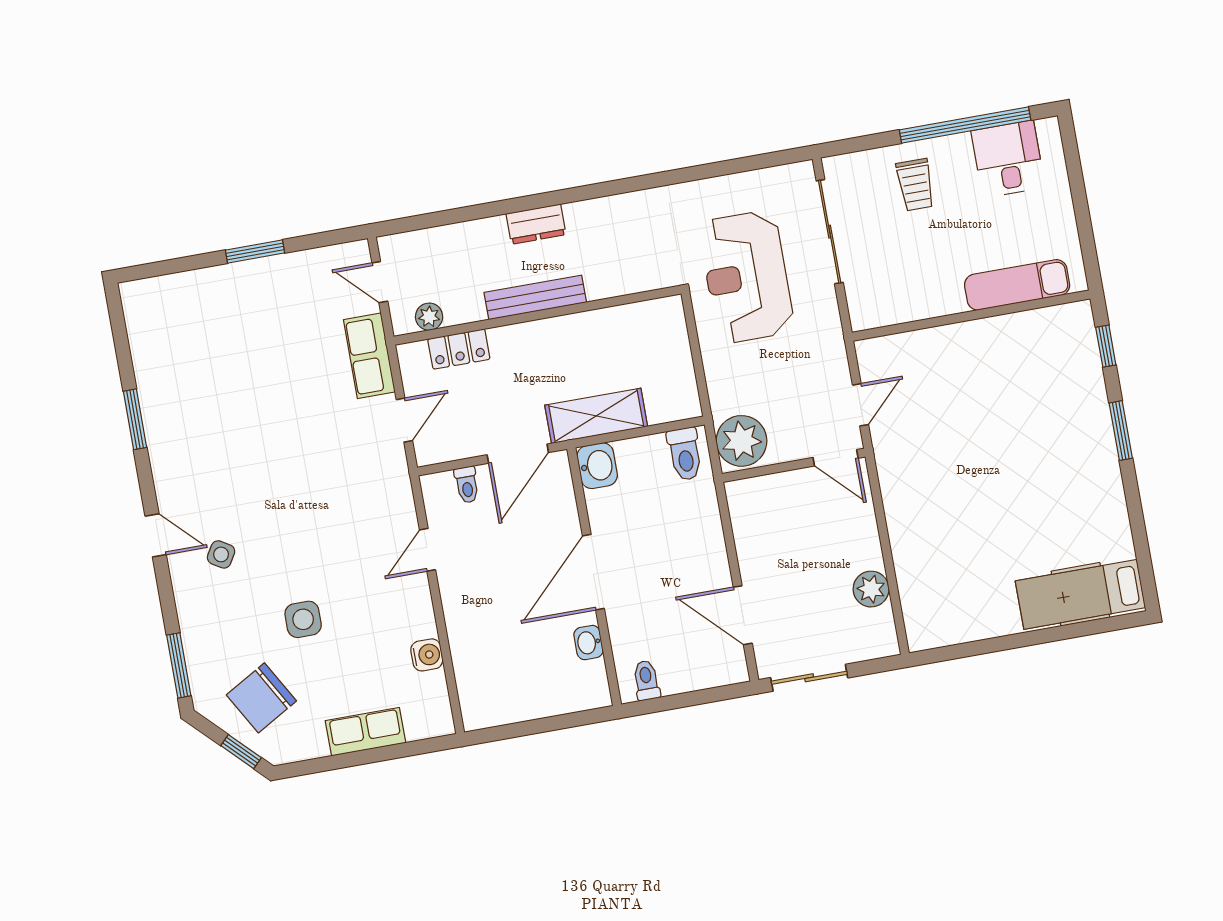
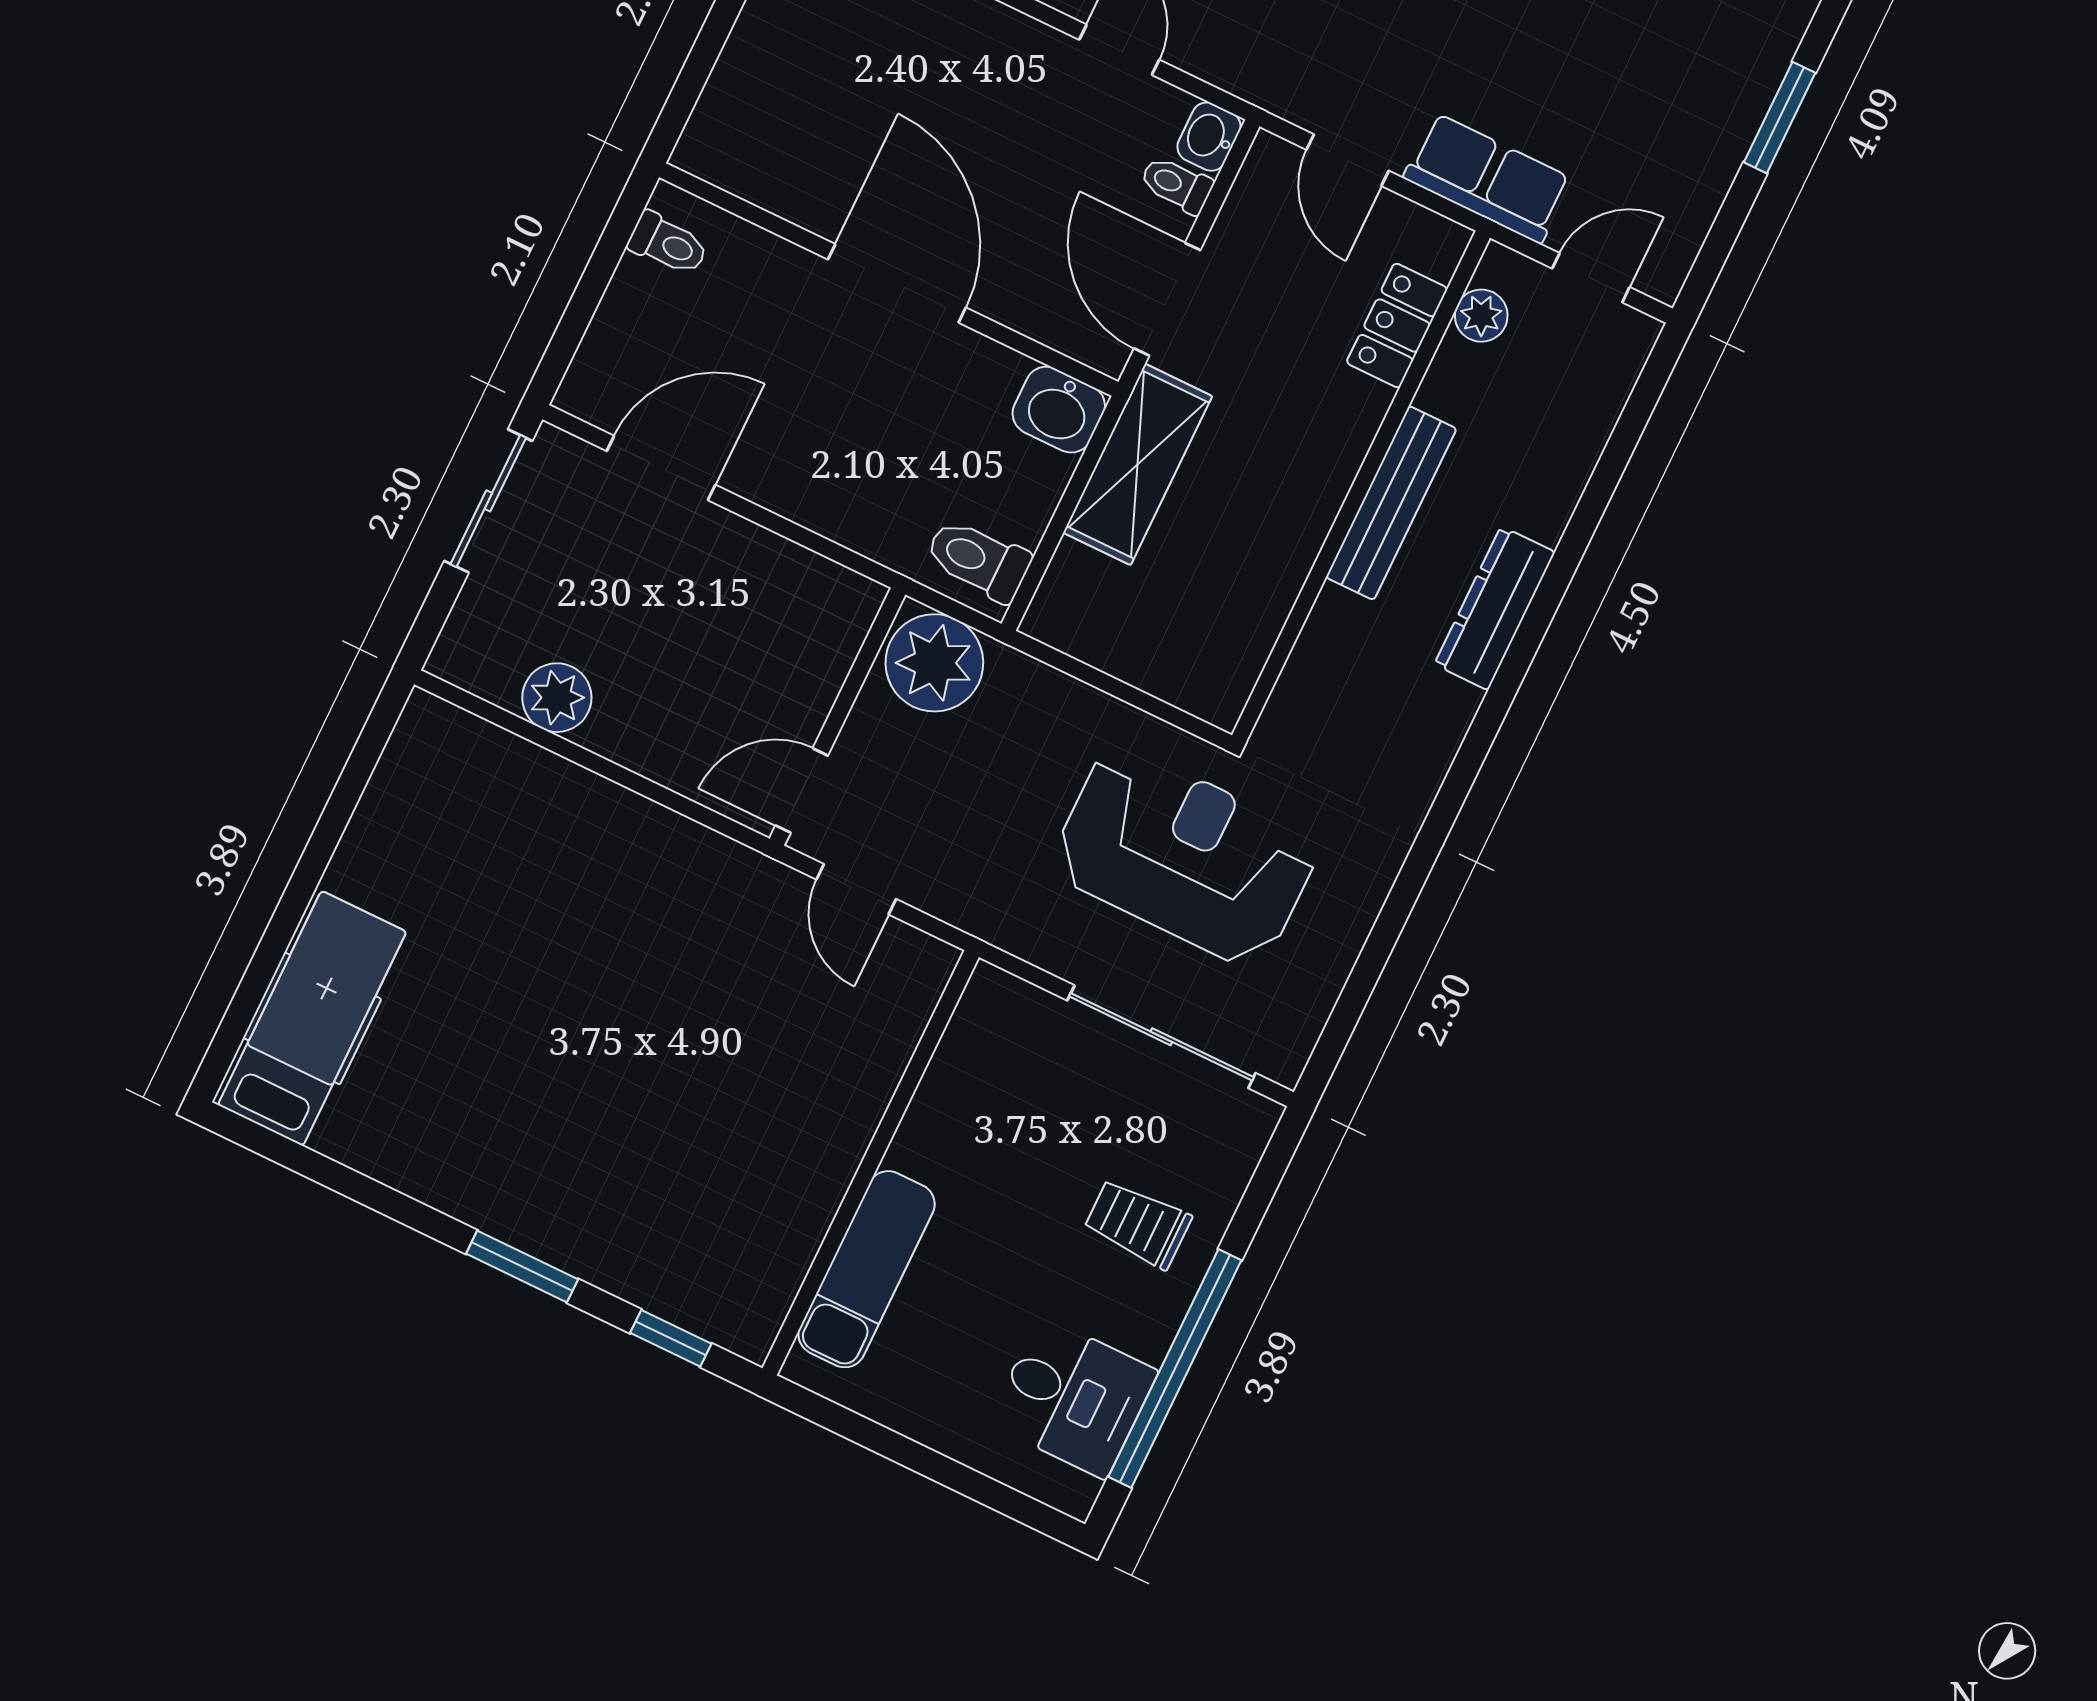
dresser: (536, 224) -> (1495, 608), width x1.44
washbasin: (588, 643) -> (1209, 137), moved, turned -90

